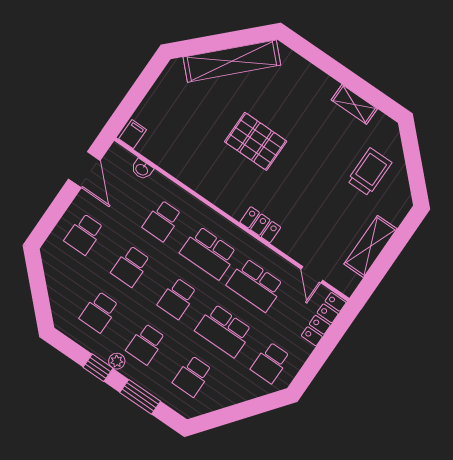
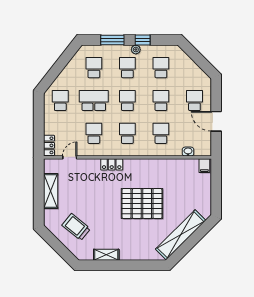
pallet: (256, 141) -> (142, 204), width x1.37, depth x1.41
door: (84, 170) -> (216, 121), moved
trolley: (369, 172) -> (76, 227), turned 129
school desk: (209, 253) -> (127, 133), width x0.54
door: (312, 275) -> (70, 157), hinge flipped
school desk: (255, 285) -> (94, 133), width x0.54
locker: (324, 319) -> (49, 145), width x0.66

